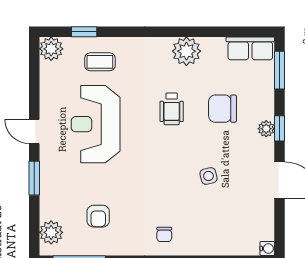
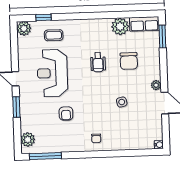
plant: (186, 51) -> (120, 27), moved
chair: (222, 109) -> (129, 61), turned -90
window: (279, 128) -> (164, 72), removed
plant: (266, 129) -> (156, 85), moved
armchair: (98, 216) -> (66, 114), moved

